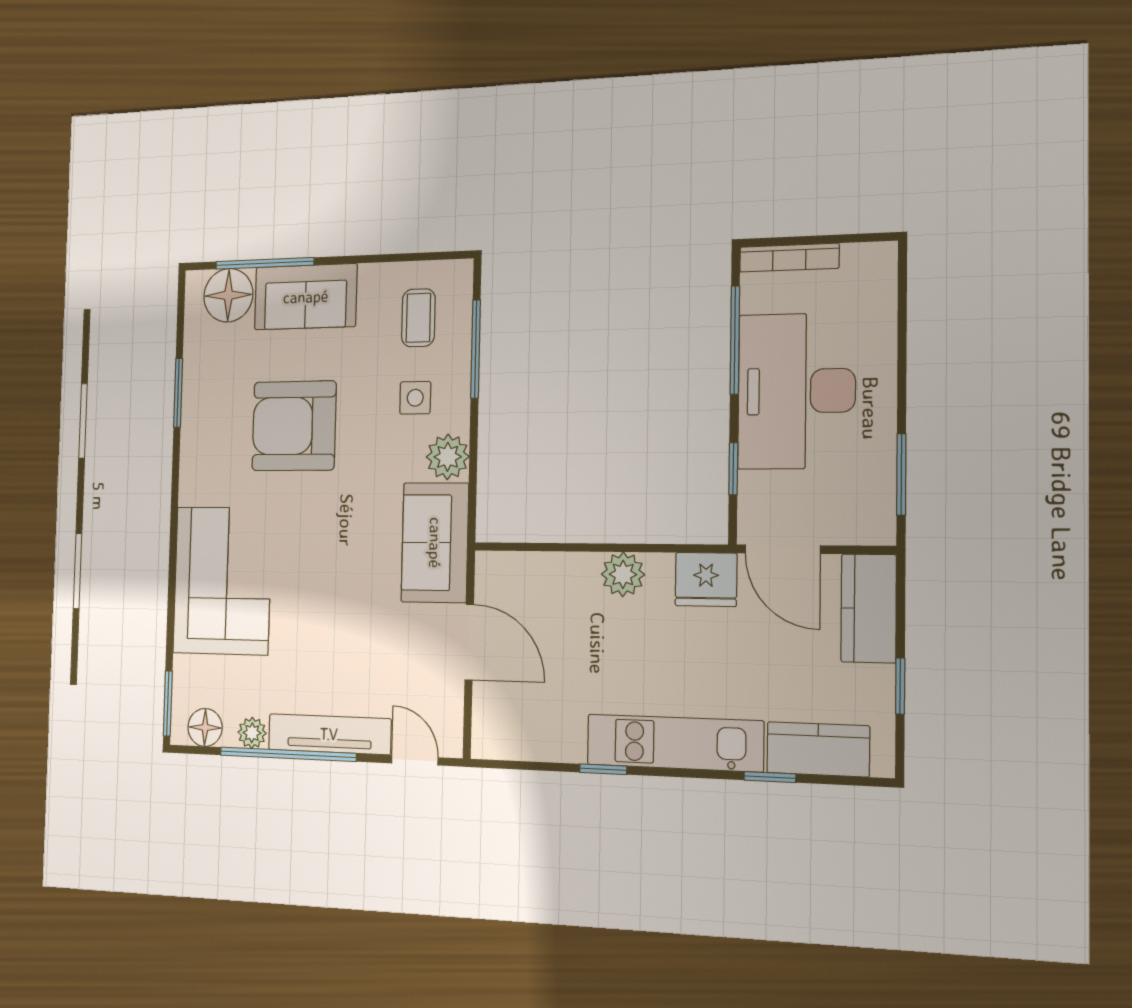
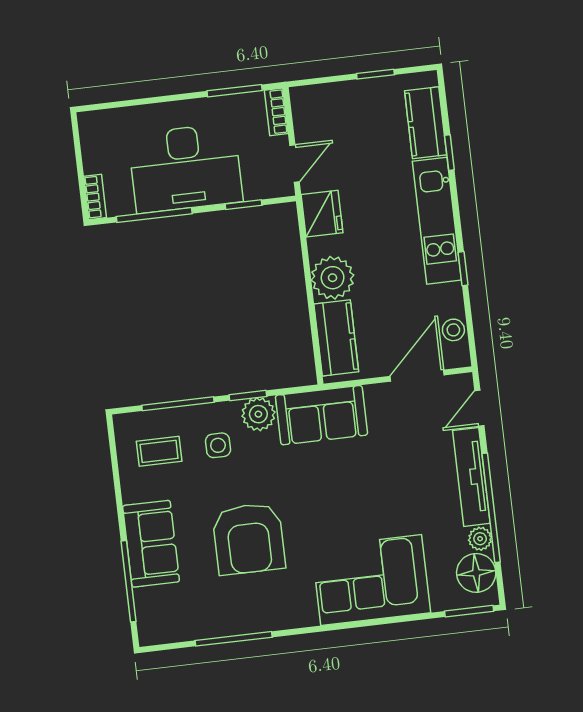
bookcase: (789, 258) -> (95, 197), width x0.64
floor lamp: (228, 295) -> (155, 608), removed
window: (178, 393) -> (234, 639), width x1.44
window: (473, 445) -> (248, 396), added
bookcase: (862, 532) -> (276, 112), added
door: (783, 549) -> (295, 164), width x0.73
plant: (623, 574) -> (333, 278), width x1.36, depth x1.36
kitchen counter: (869, 608) -> (336, 338), moved, turned -90
door: (469, 642) -> (417, 376), moved
floor lamp: (205, 727) -> (476, 573), width x1.38, depth x1.38
stool: (522, 742) -> (453, 330), added

